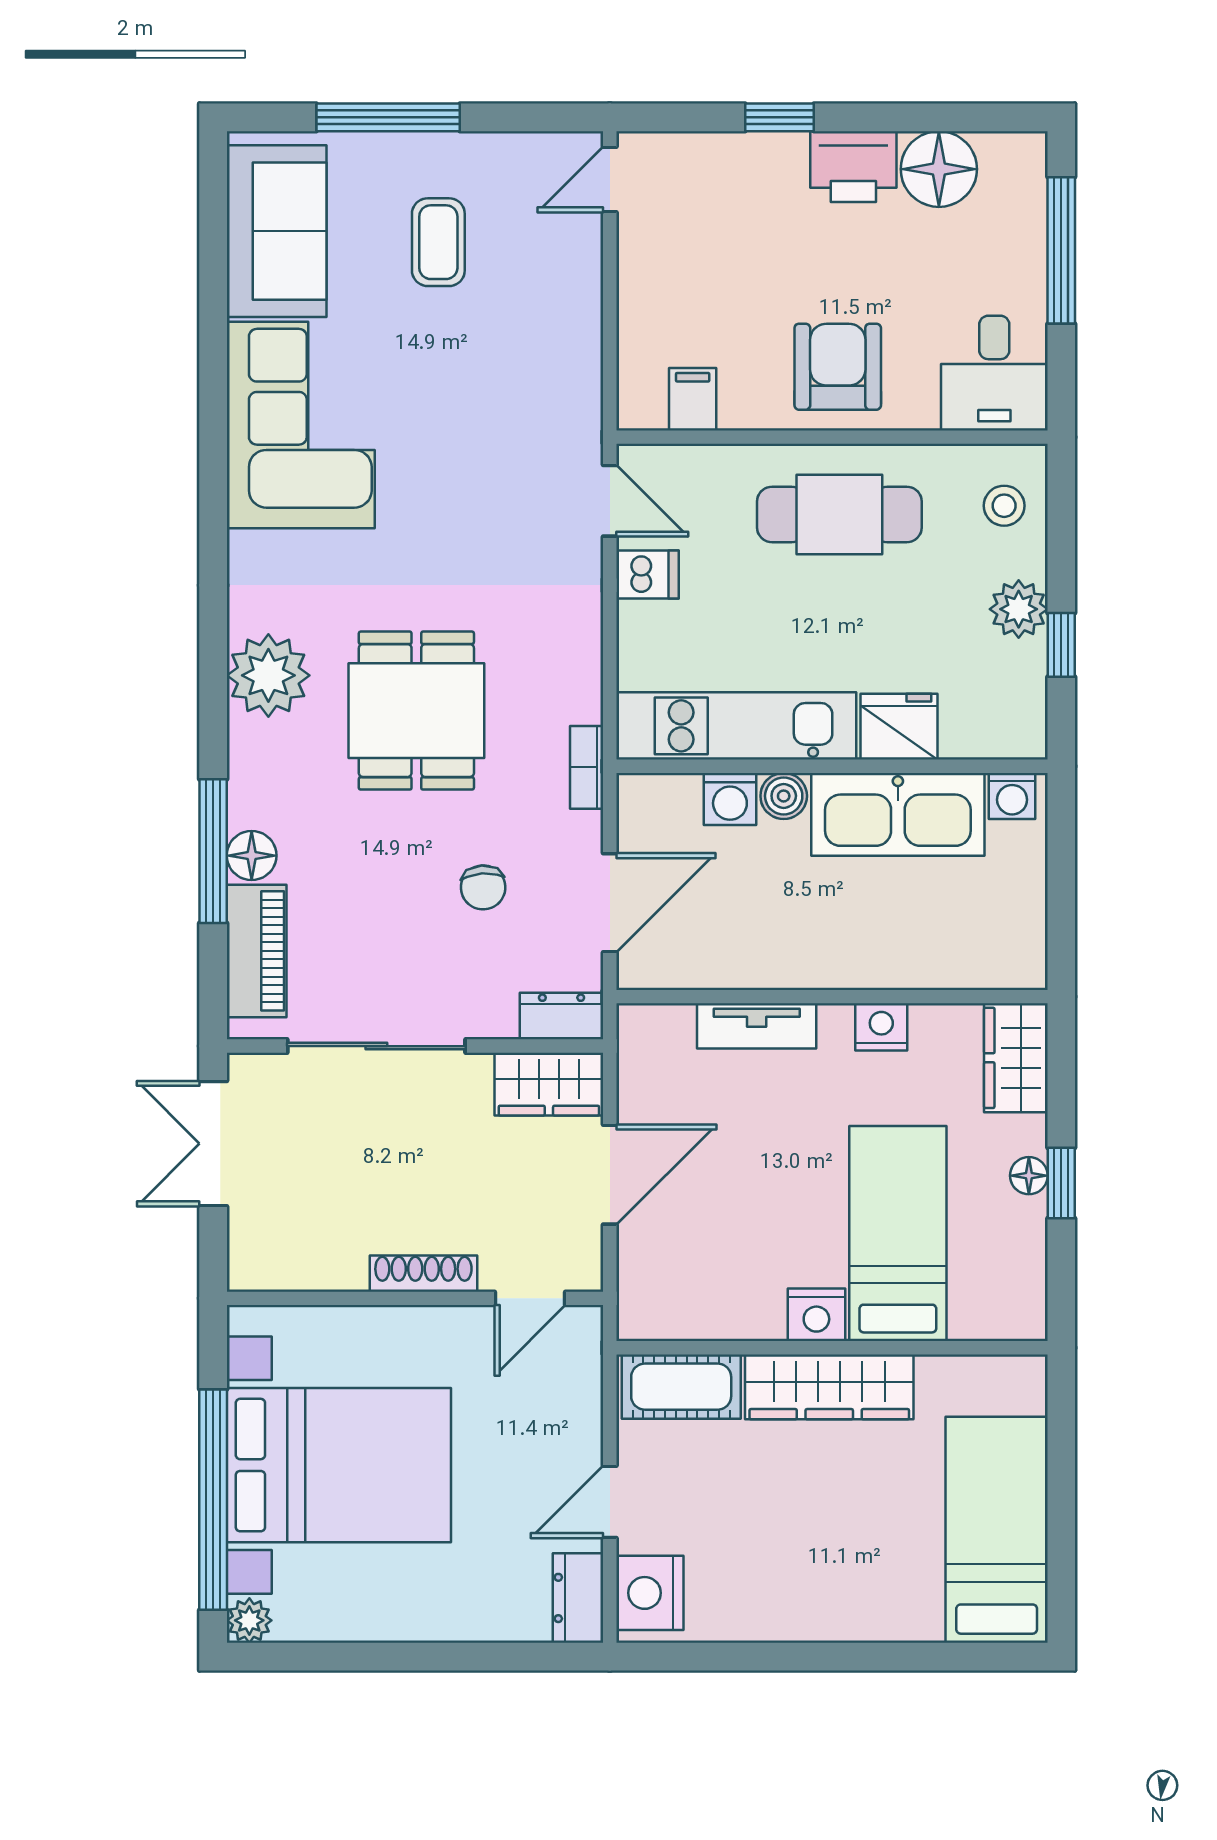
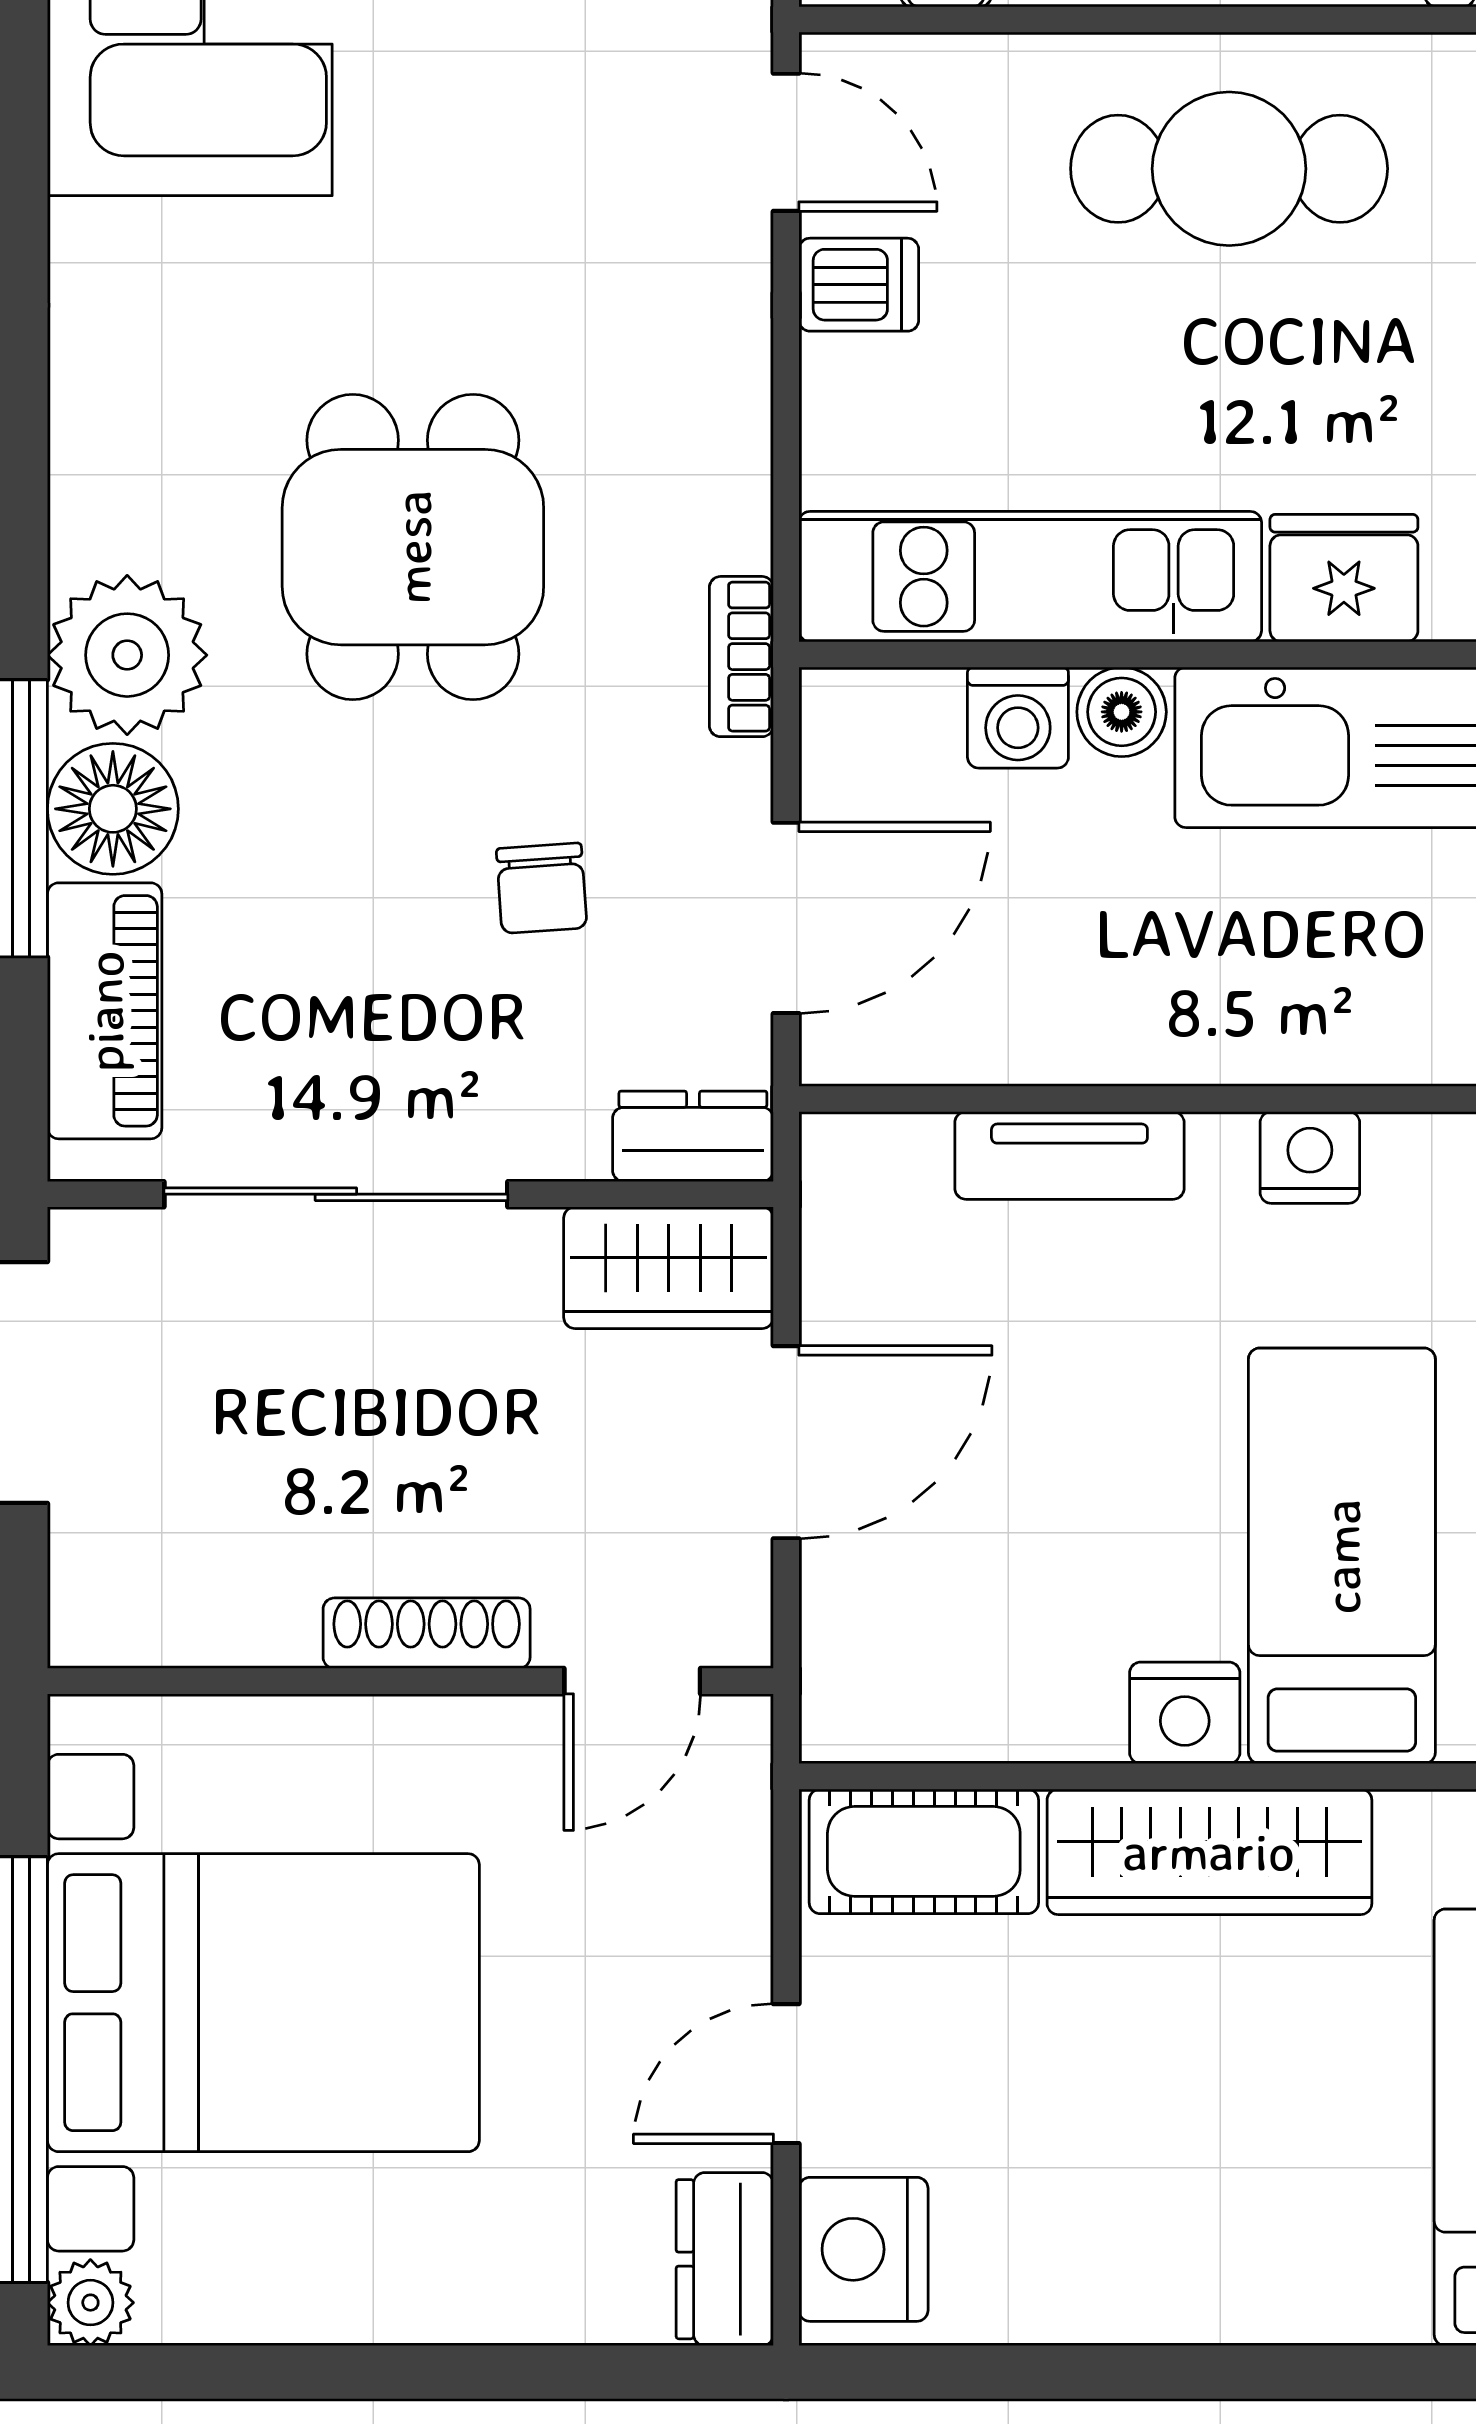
plant: (268, 675) -> (127, 655), moved
floor lamp: (252, 856) -> (113, 809), width x1.38, depth x1.38

